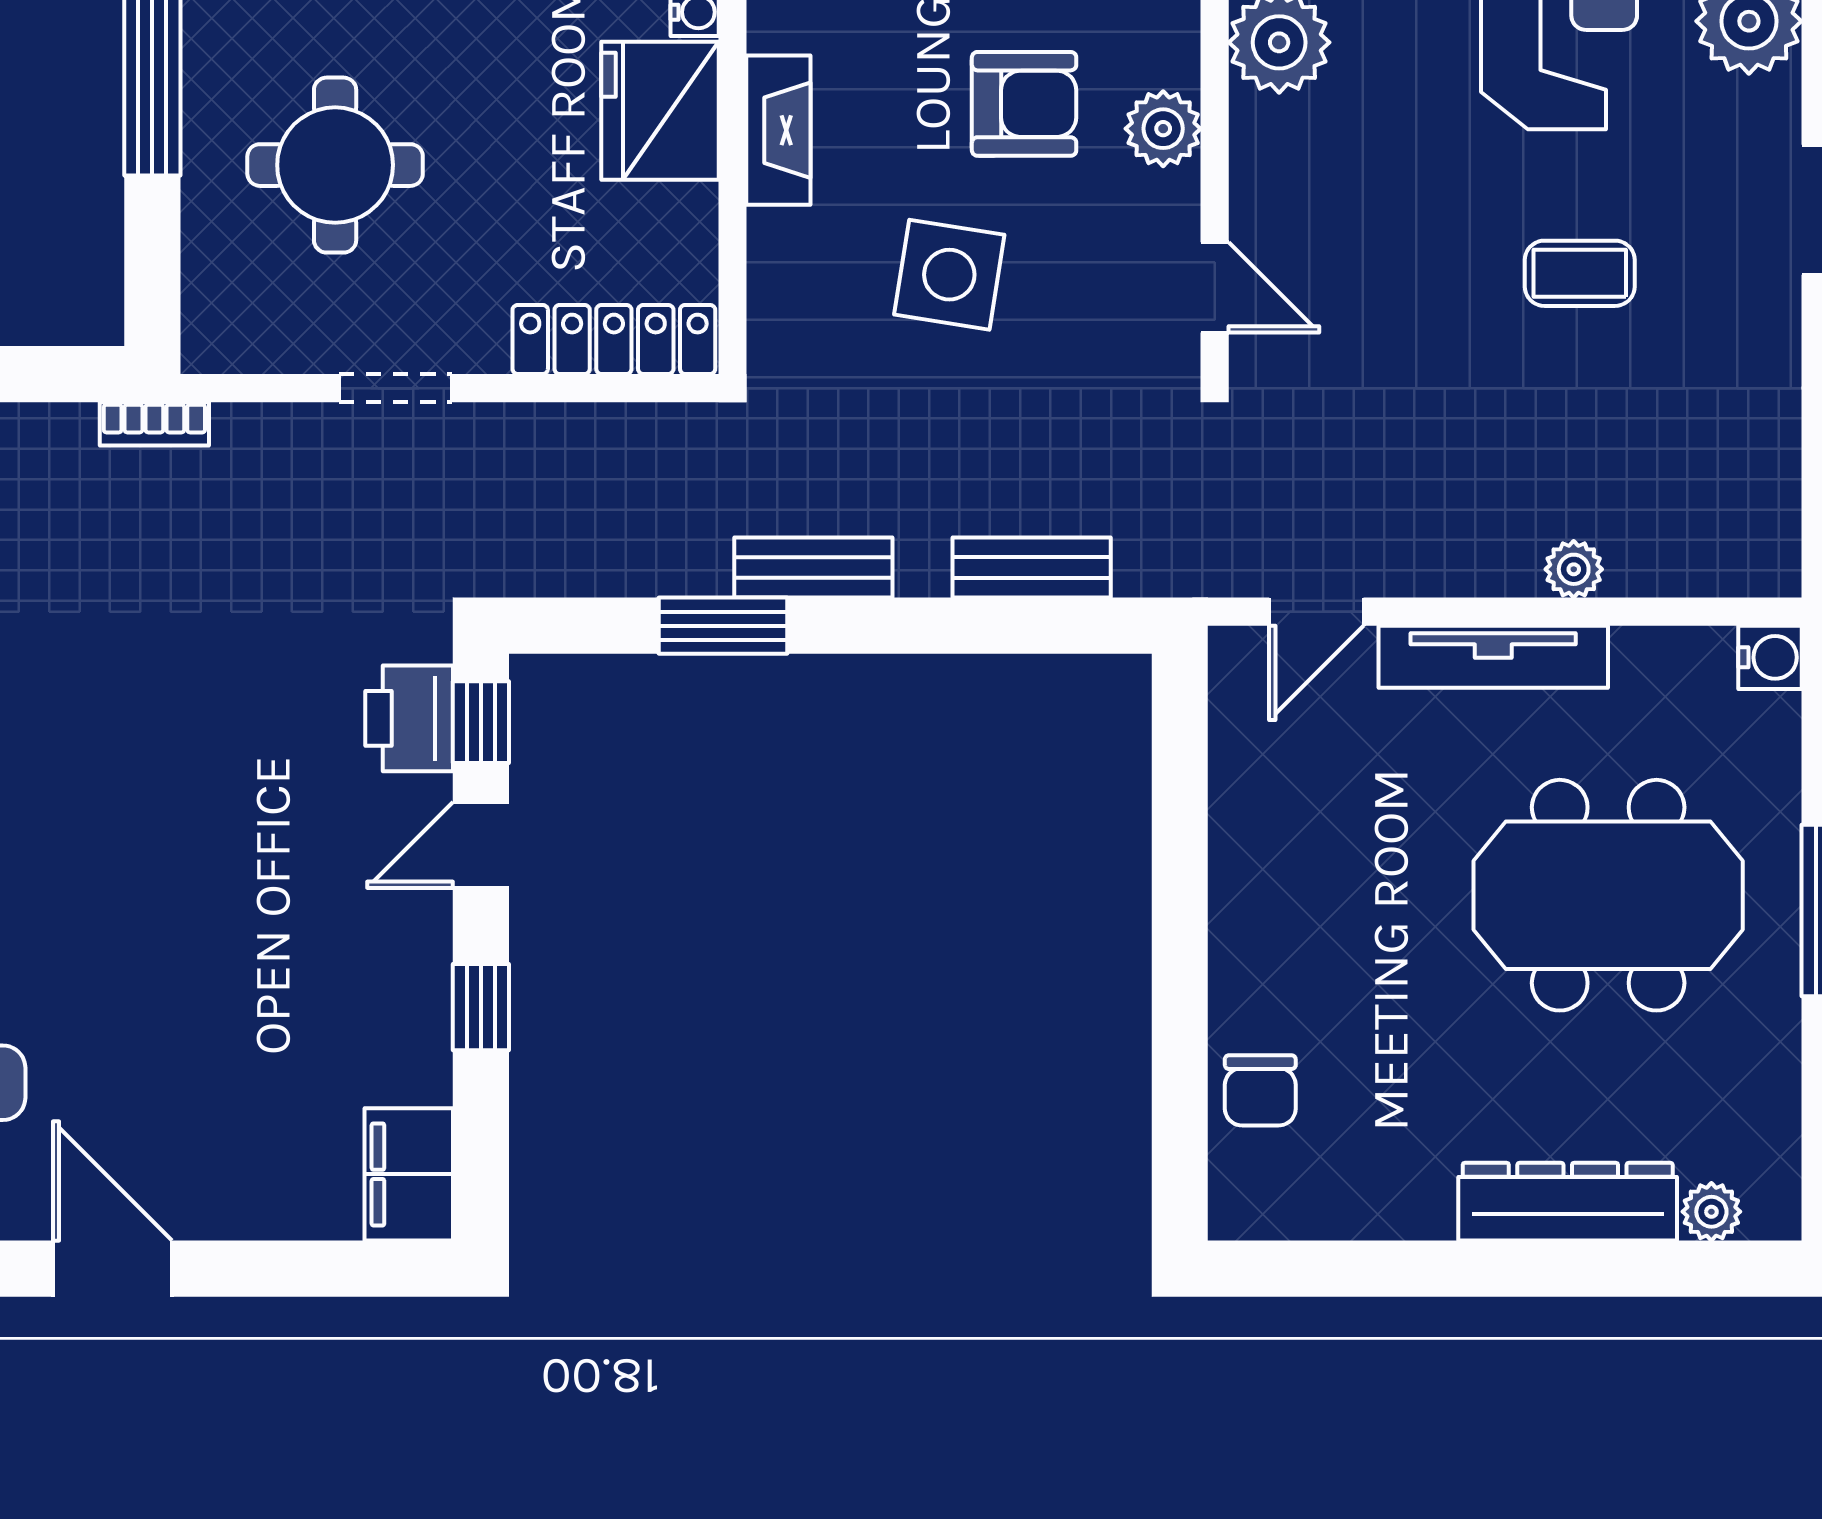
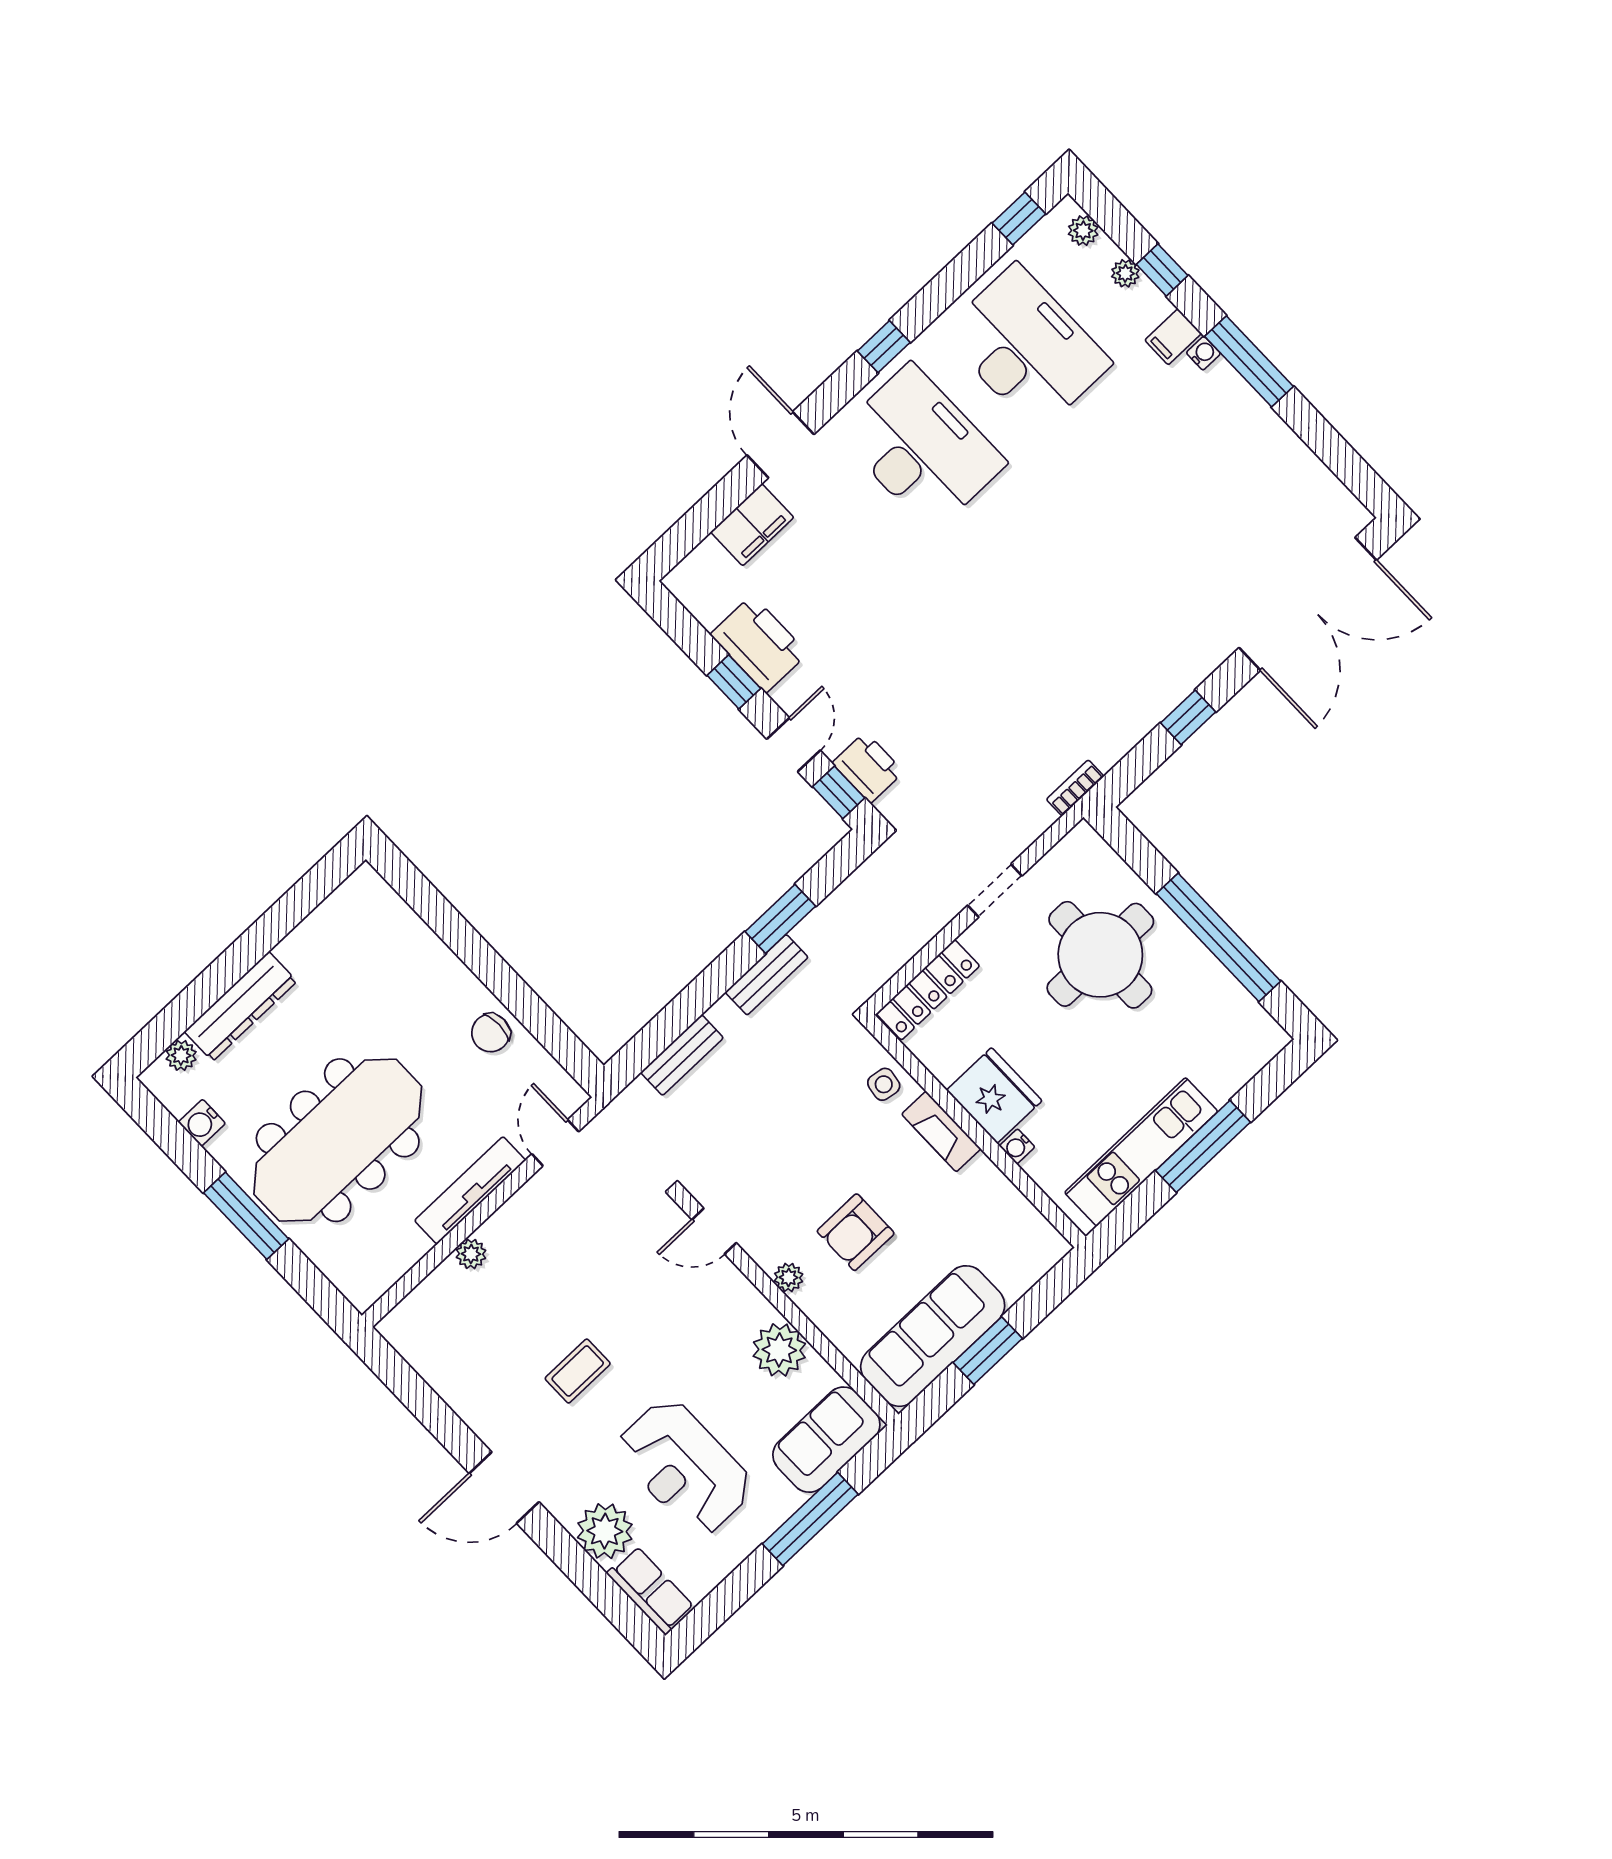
plant: (1163, 129) -> (789, 1277), width x0.73, depth x0.73
round table: (335, 165) -> (1100, 955), width x1.36, depth x1.36
side table: (949, 275) -> (884, 1084), moved, width x0.54, depth x0.54
water cooler: (1770, 657) -> (202, 1123), moved
meeting table: (1608, 895) -> (338, 1140), width x1.36
printer: (398, 1026) -> (759, 644), added
chair: (1260, 1090) -> (491, 1033), moved, turned -90
filing cabinet: (409, 1174) -> (752, 525), moved, turned 90
door: (112, 1269) -> (780, 445), swing flipped

